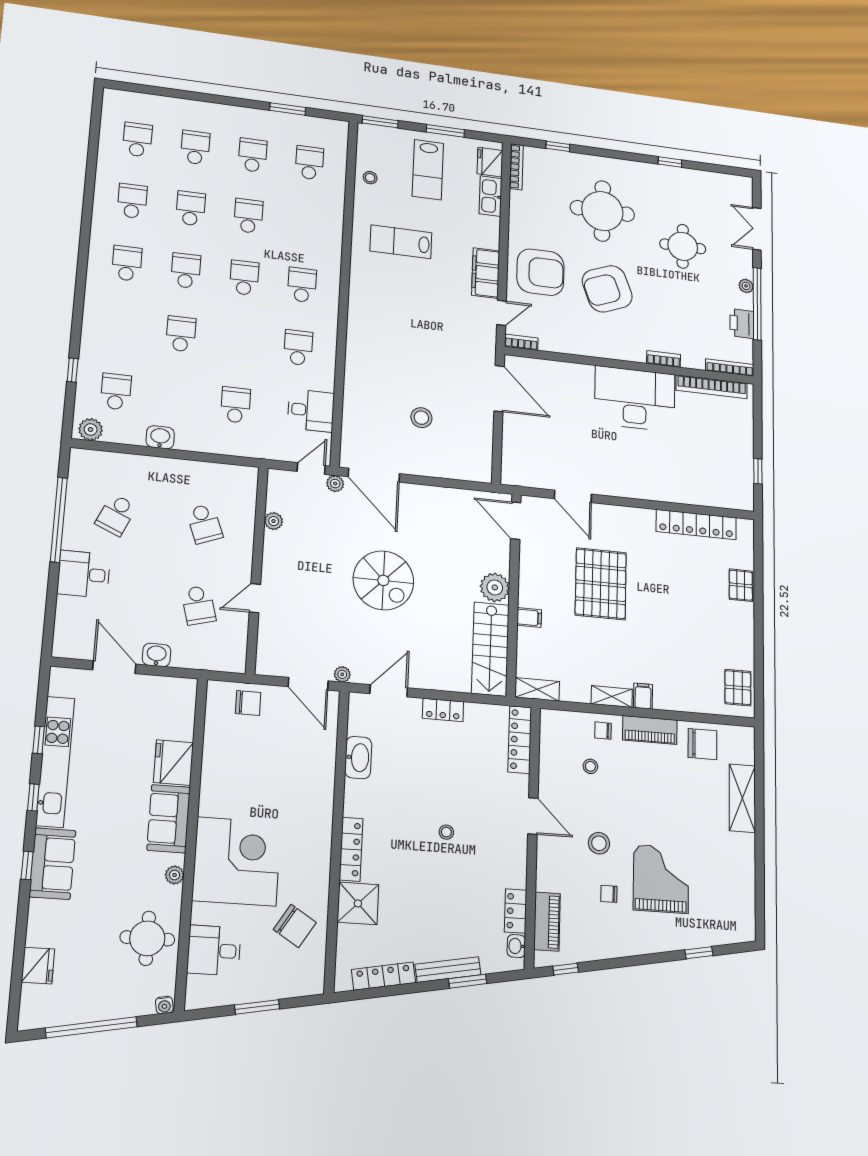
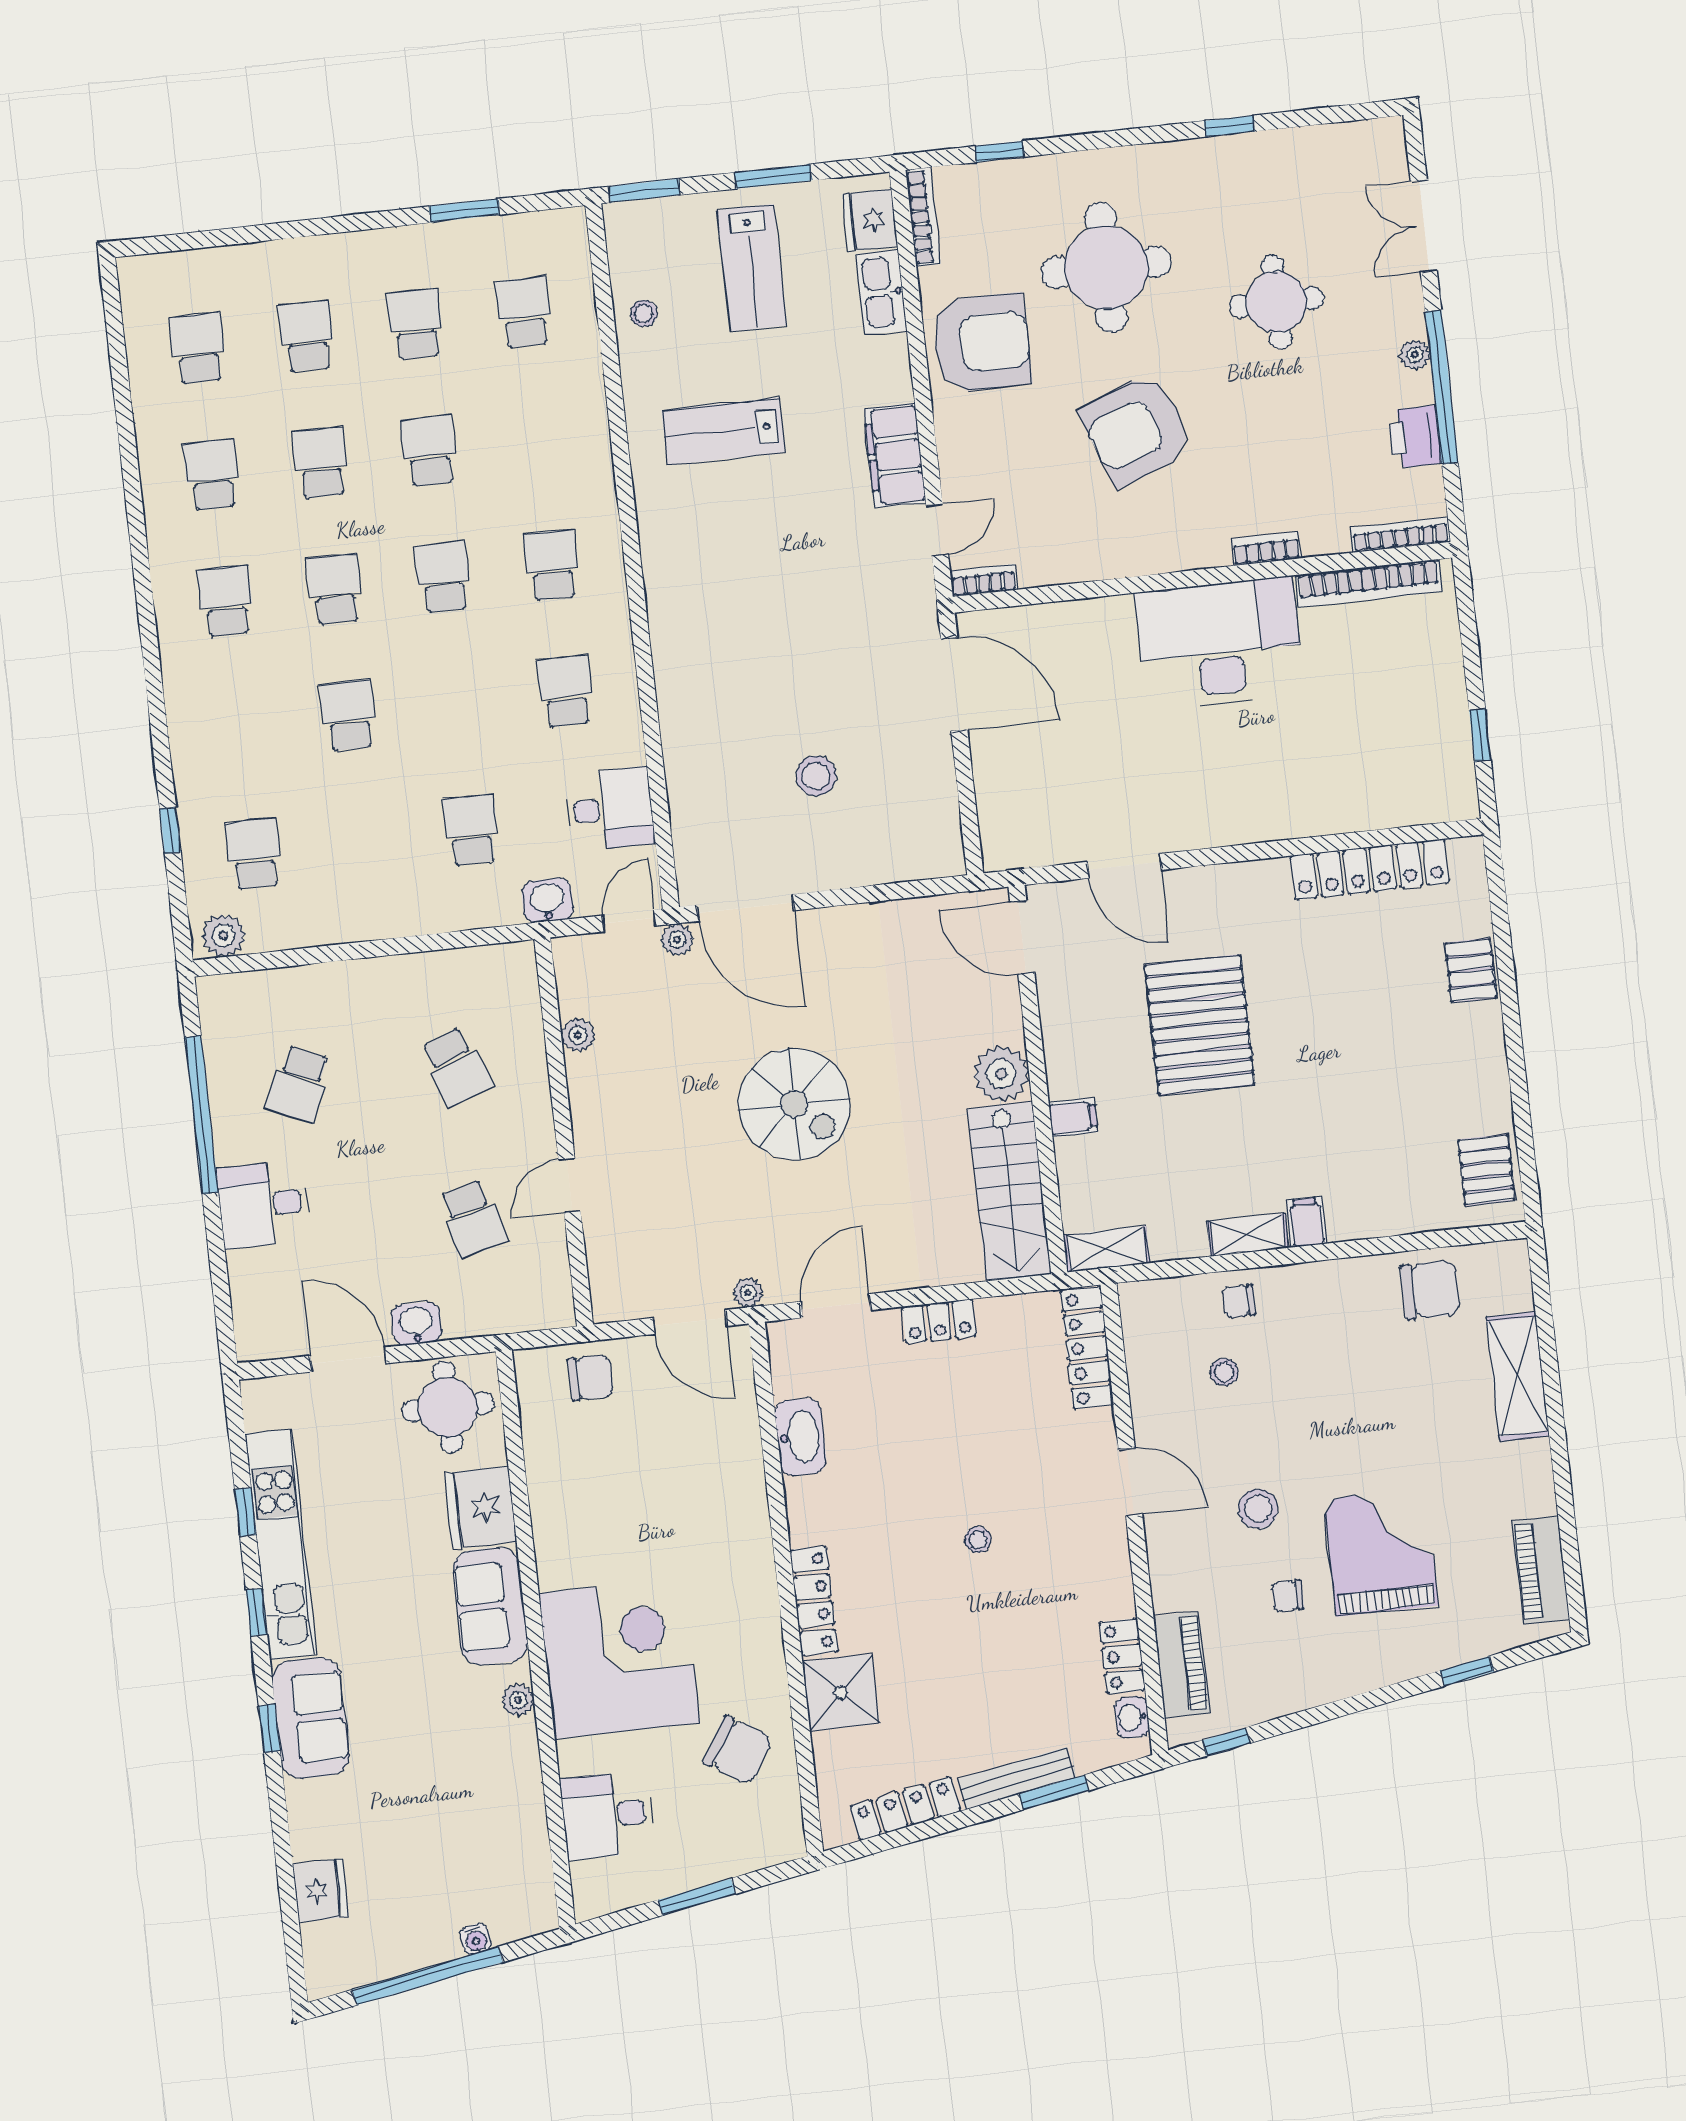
armchair: (540, 272) -> (981, 343), moved
washbasin: (160, 437) -> (547, 900), moved
piano: (650, 730) -> (1541, 1570), moved, turned 90
round table: (147, 938) -> (448, 1407), moved
water cooler: (164, 1005) -> (476, 1939), moved

